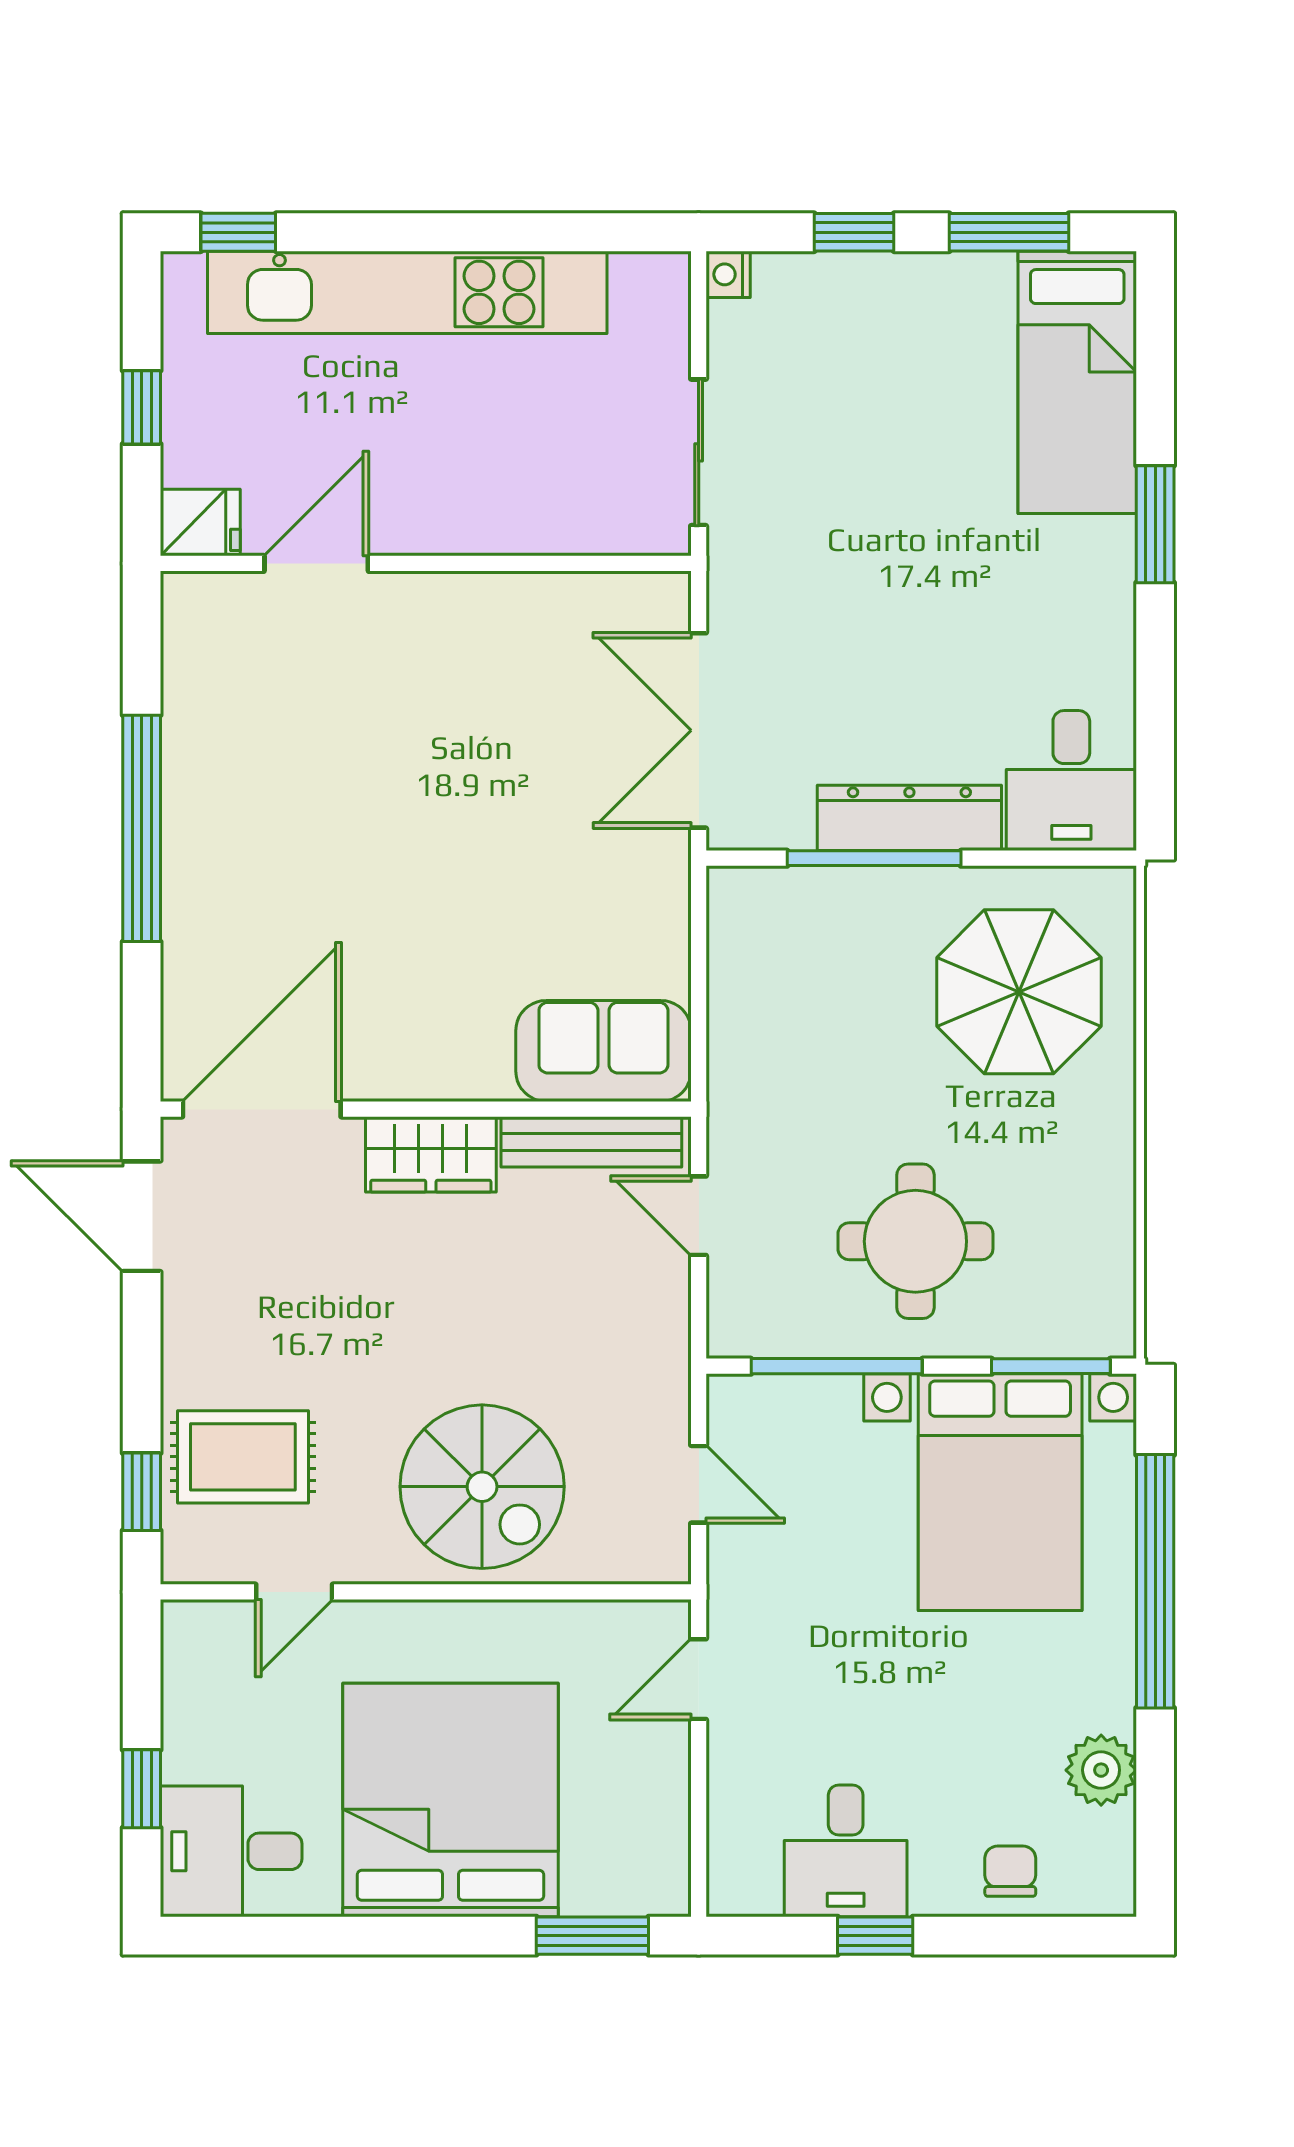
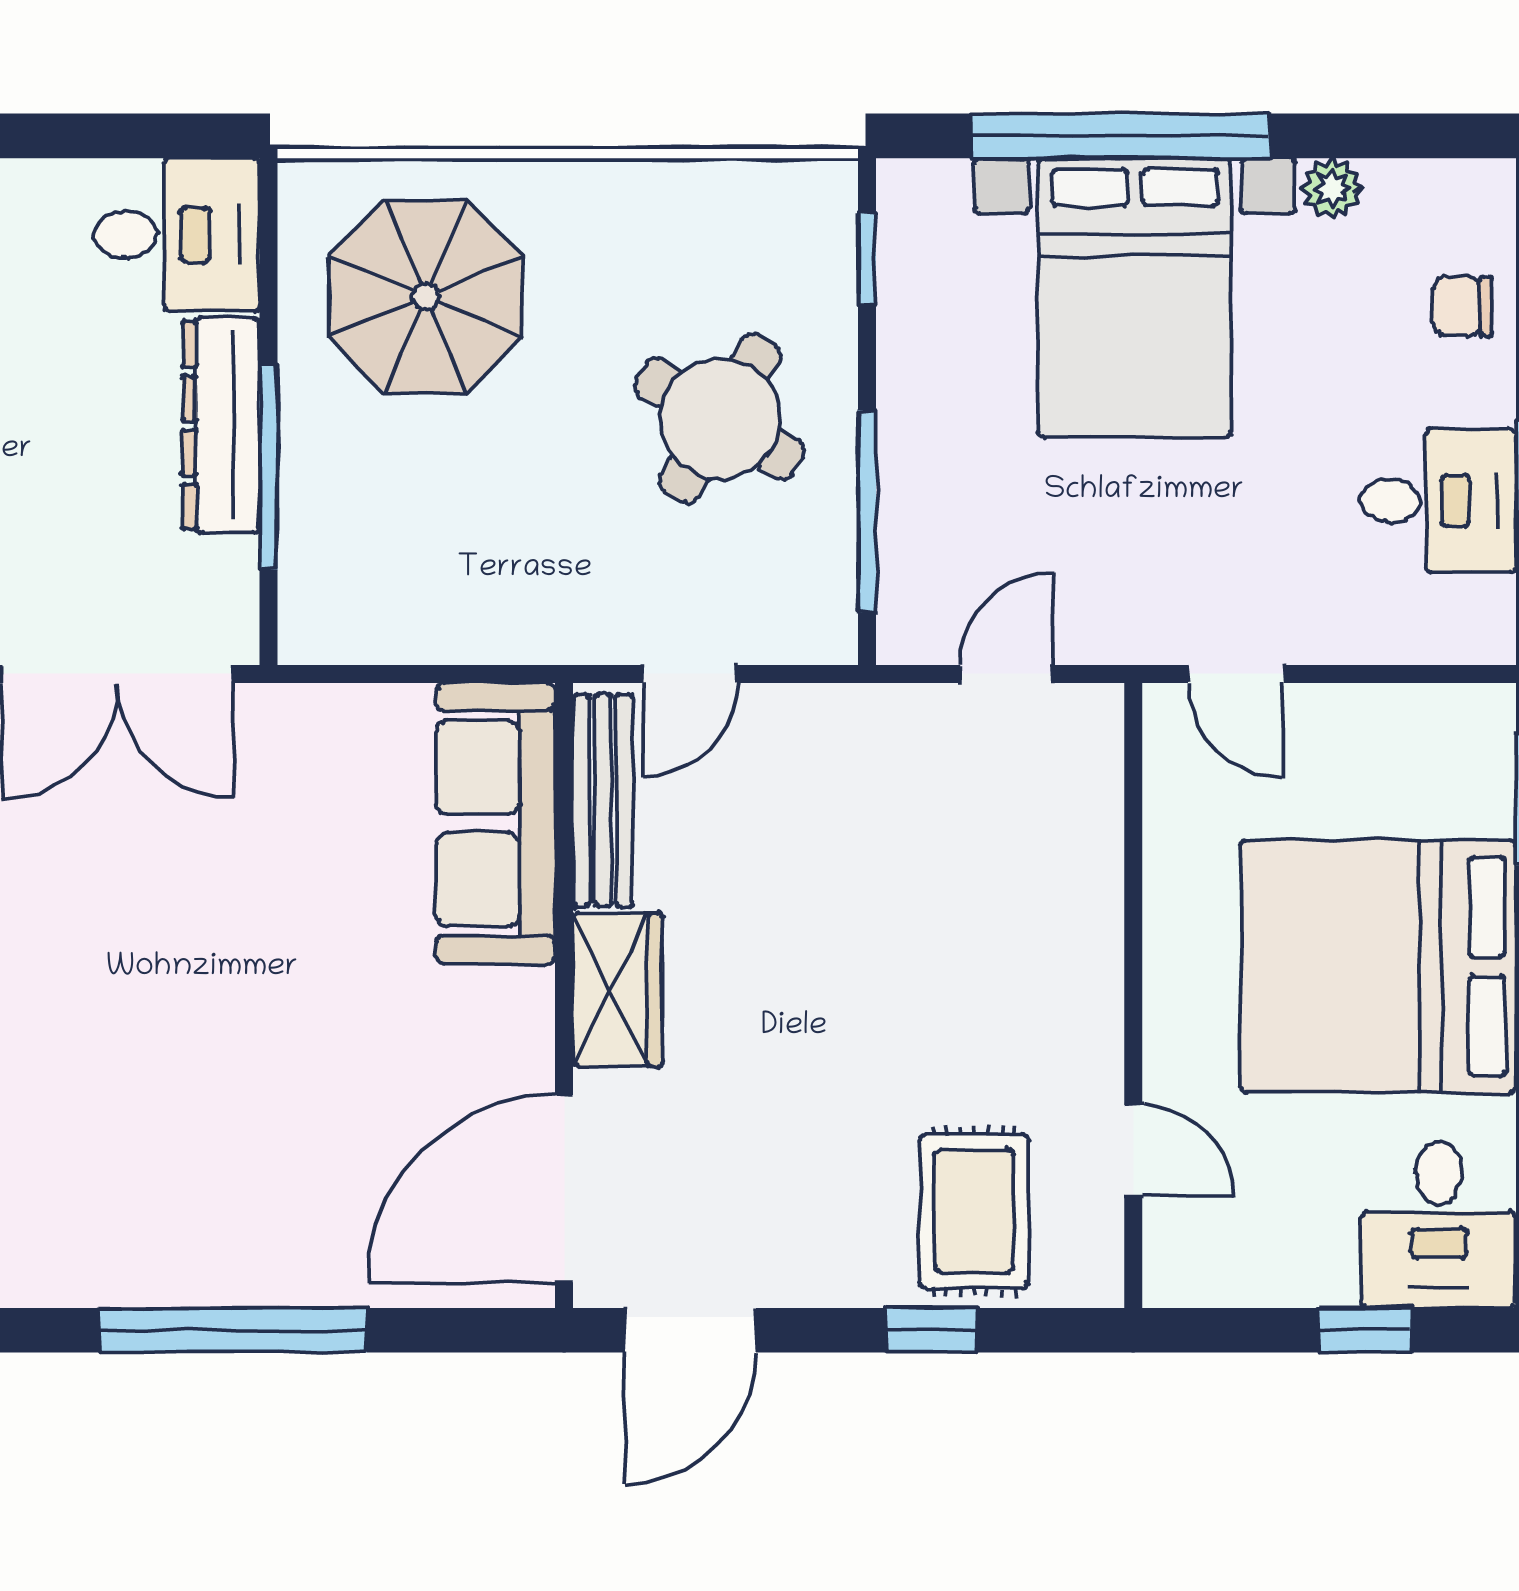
sofa: (603, 1051) -> (496, 823), width x1.36
door: (262, 1109) -> (564, 1189), hinge flipped
round table: (915, 1241) -> (720, 418), turned 31
window: (1051, 1366) -> (867, 259), width x0.67
spiral stairs: (482, 1487) -> (1009, 929), removed
window: (142, 1492) -> (932, 1330), moved
bed with nightstands: (1000, 1492) -> (1135, 298), moved, turned 90
plant: (1101, 1770) -> (1332, 188), width x0.73, depth x0.73

